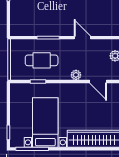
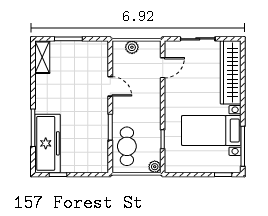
door: (82, 38) -> (110, 86), swing flipped
cafe table: (42, 60) -> (127, 146), moved
plant: (76, 75) -> (155, 167), moved

